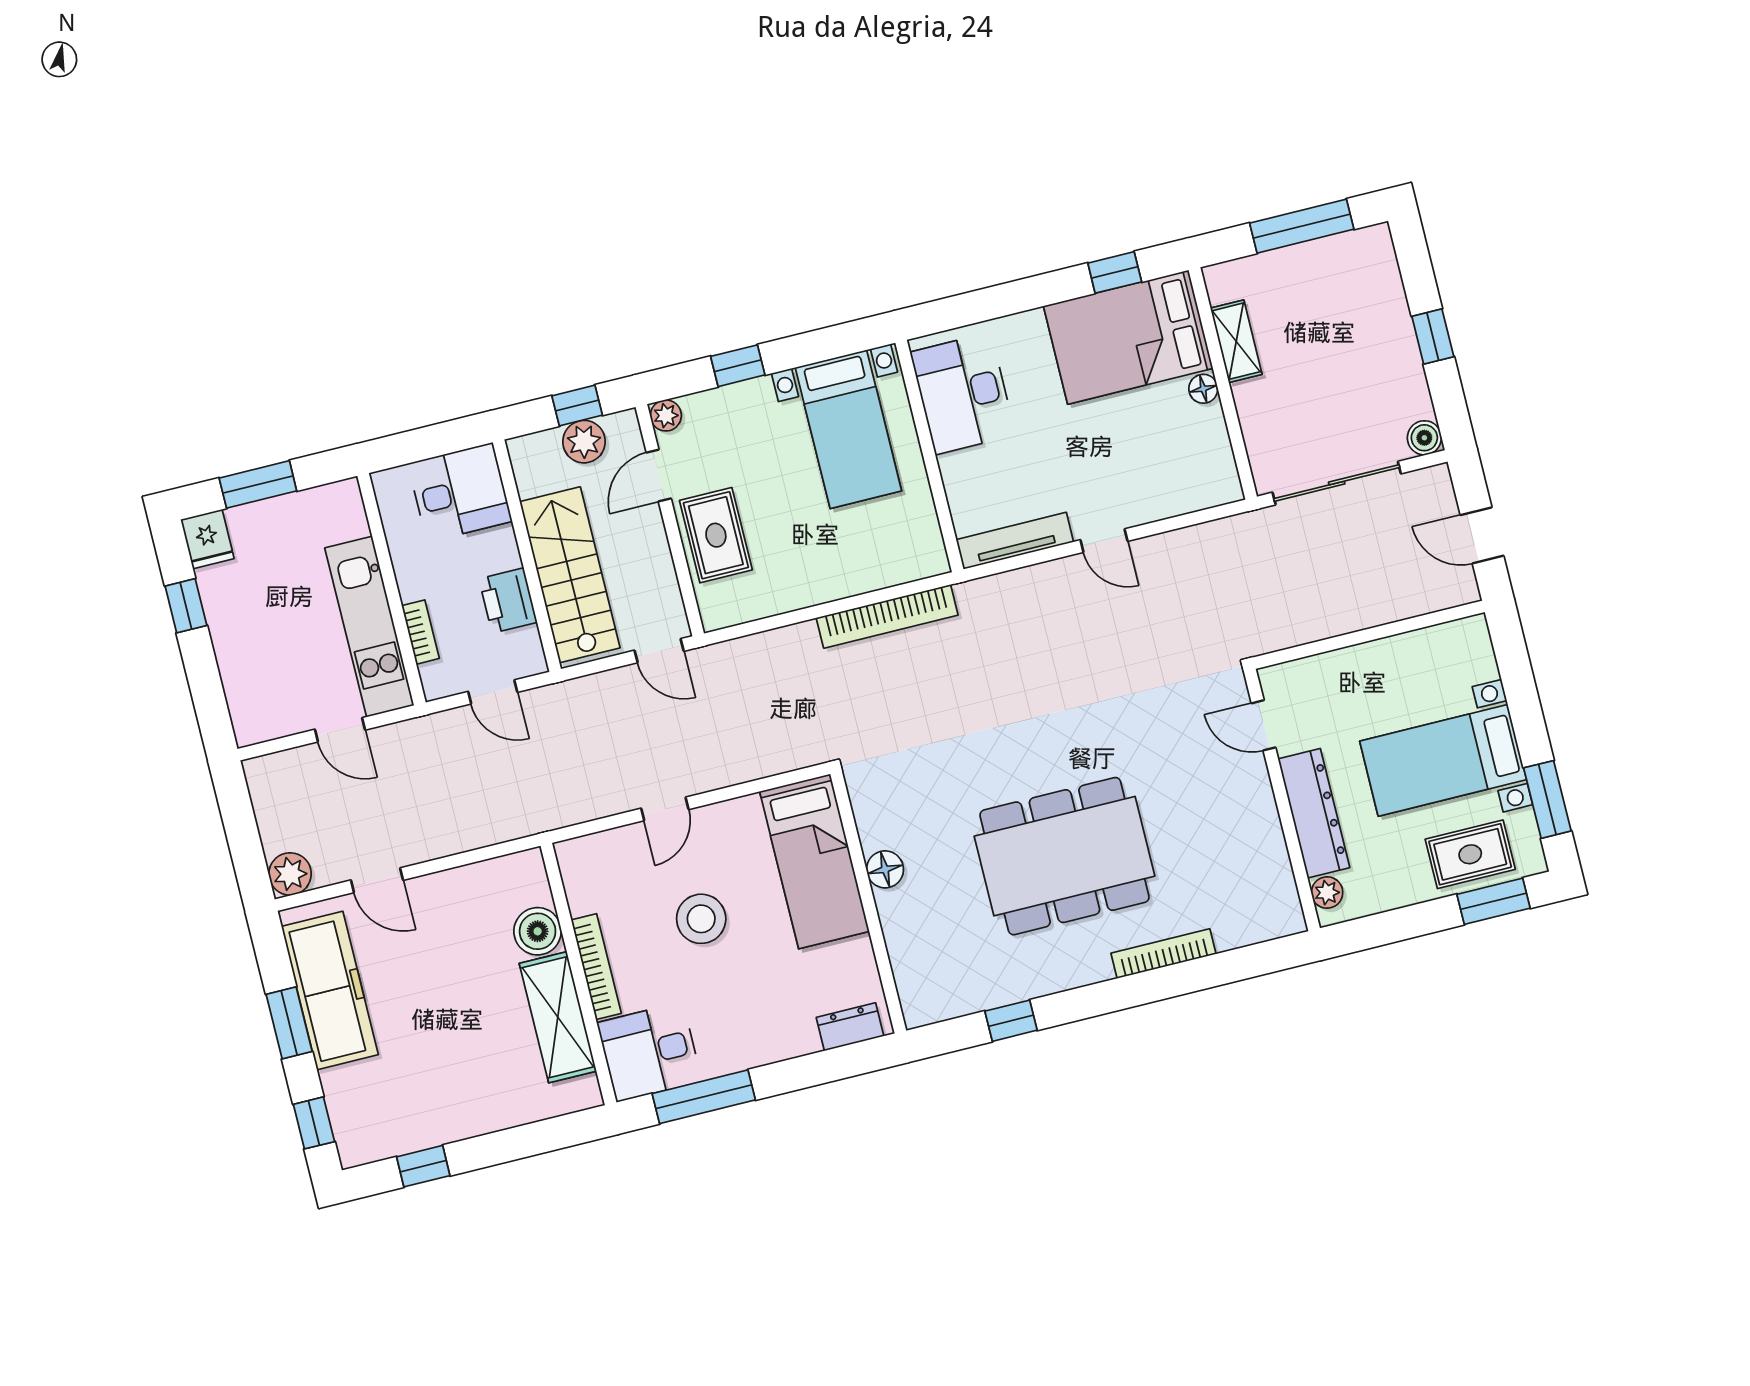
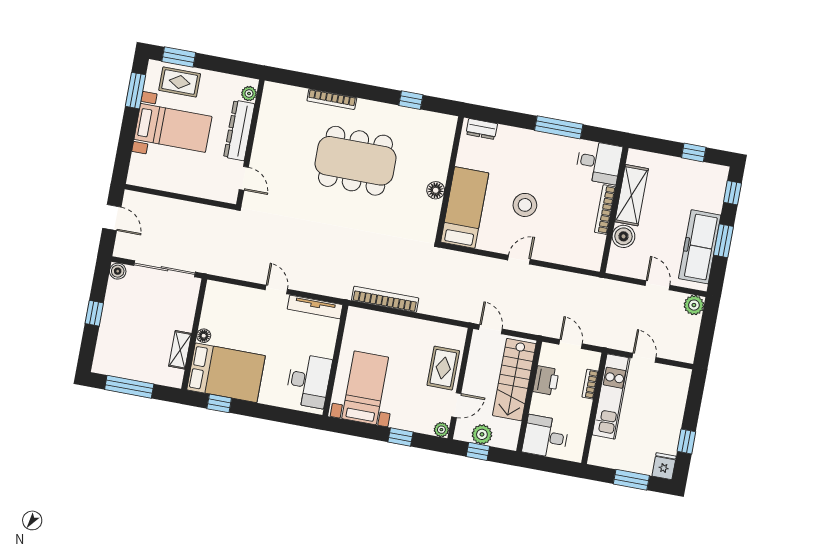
boiler: (538, 931) -> (623, 236), moved
bookcase: (596, 967) -> (605, 210), moved
wall: (579, 974) -> (614, 210), moved
shelving: (558, 1017) -> (632, 195), moved
desk: (649, 1052) -> (599, 162), moved

